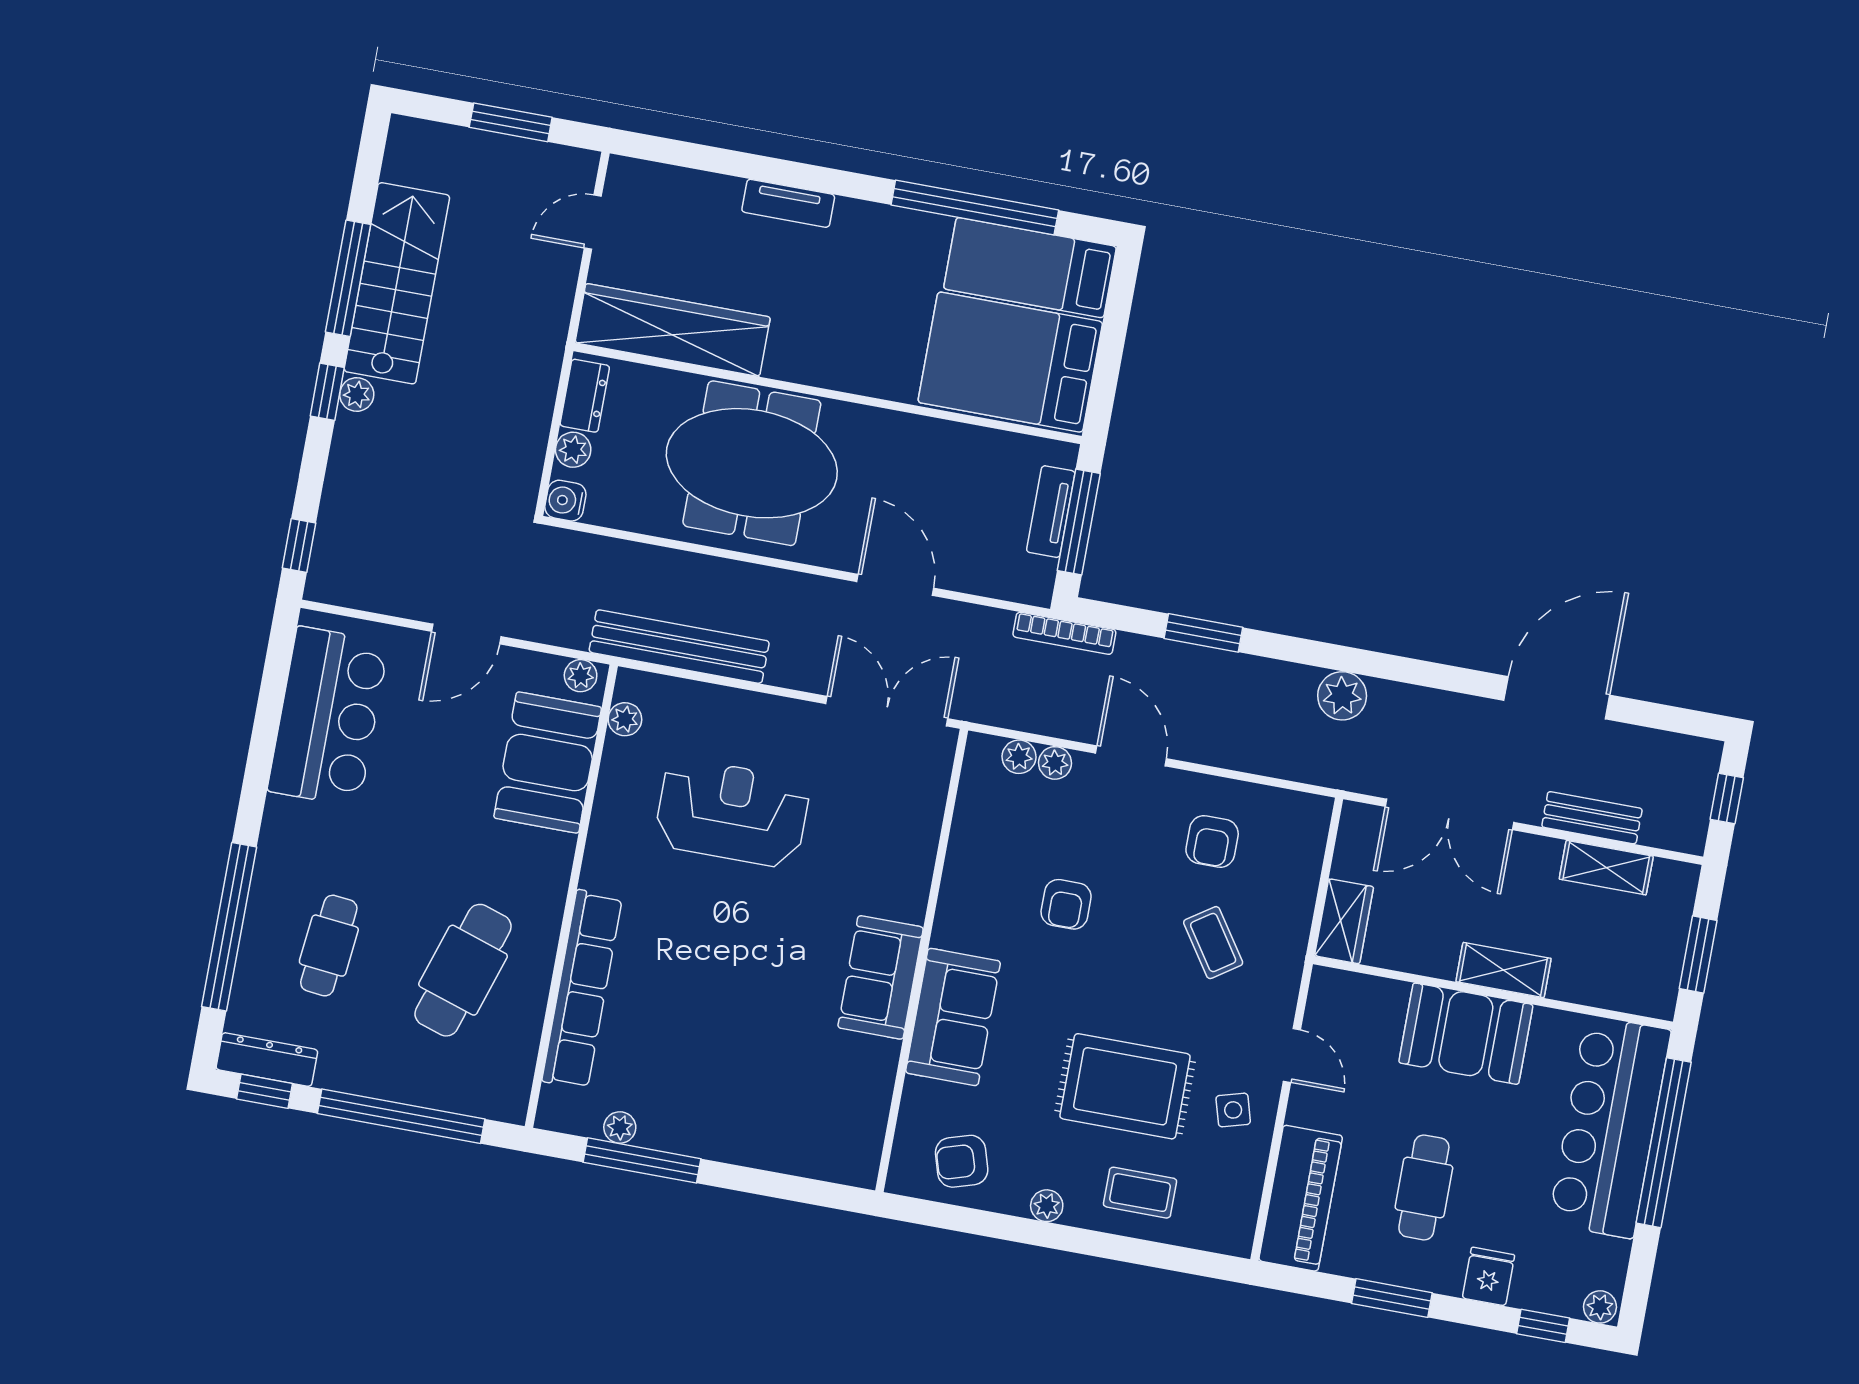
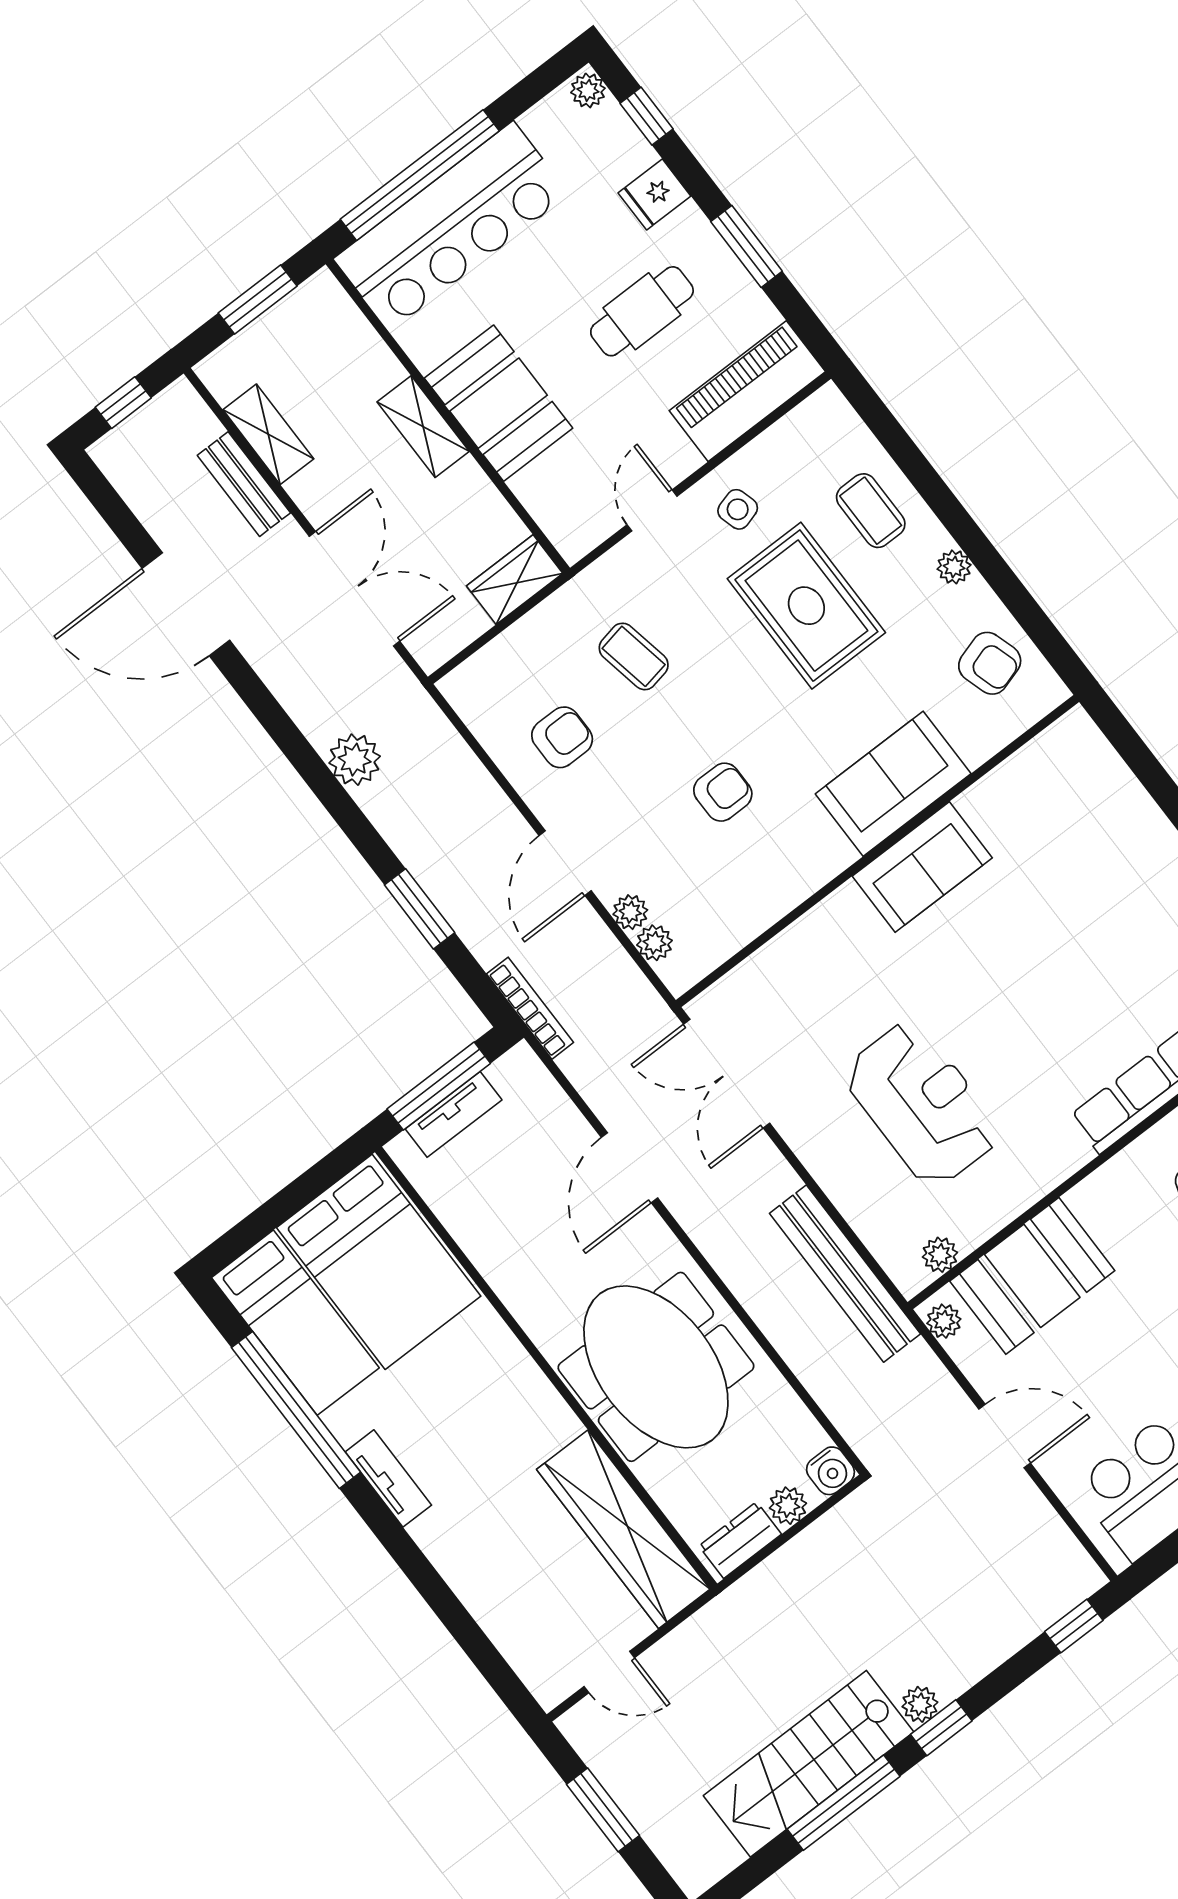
tv unit: (788, 203) -> (388, 1478), moved
reception desk: (732, 813) -> (922, 1104), turned 180
coffee table: (1213, 943) -> (634, 656), turned -67

